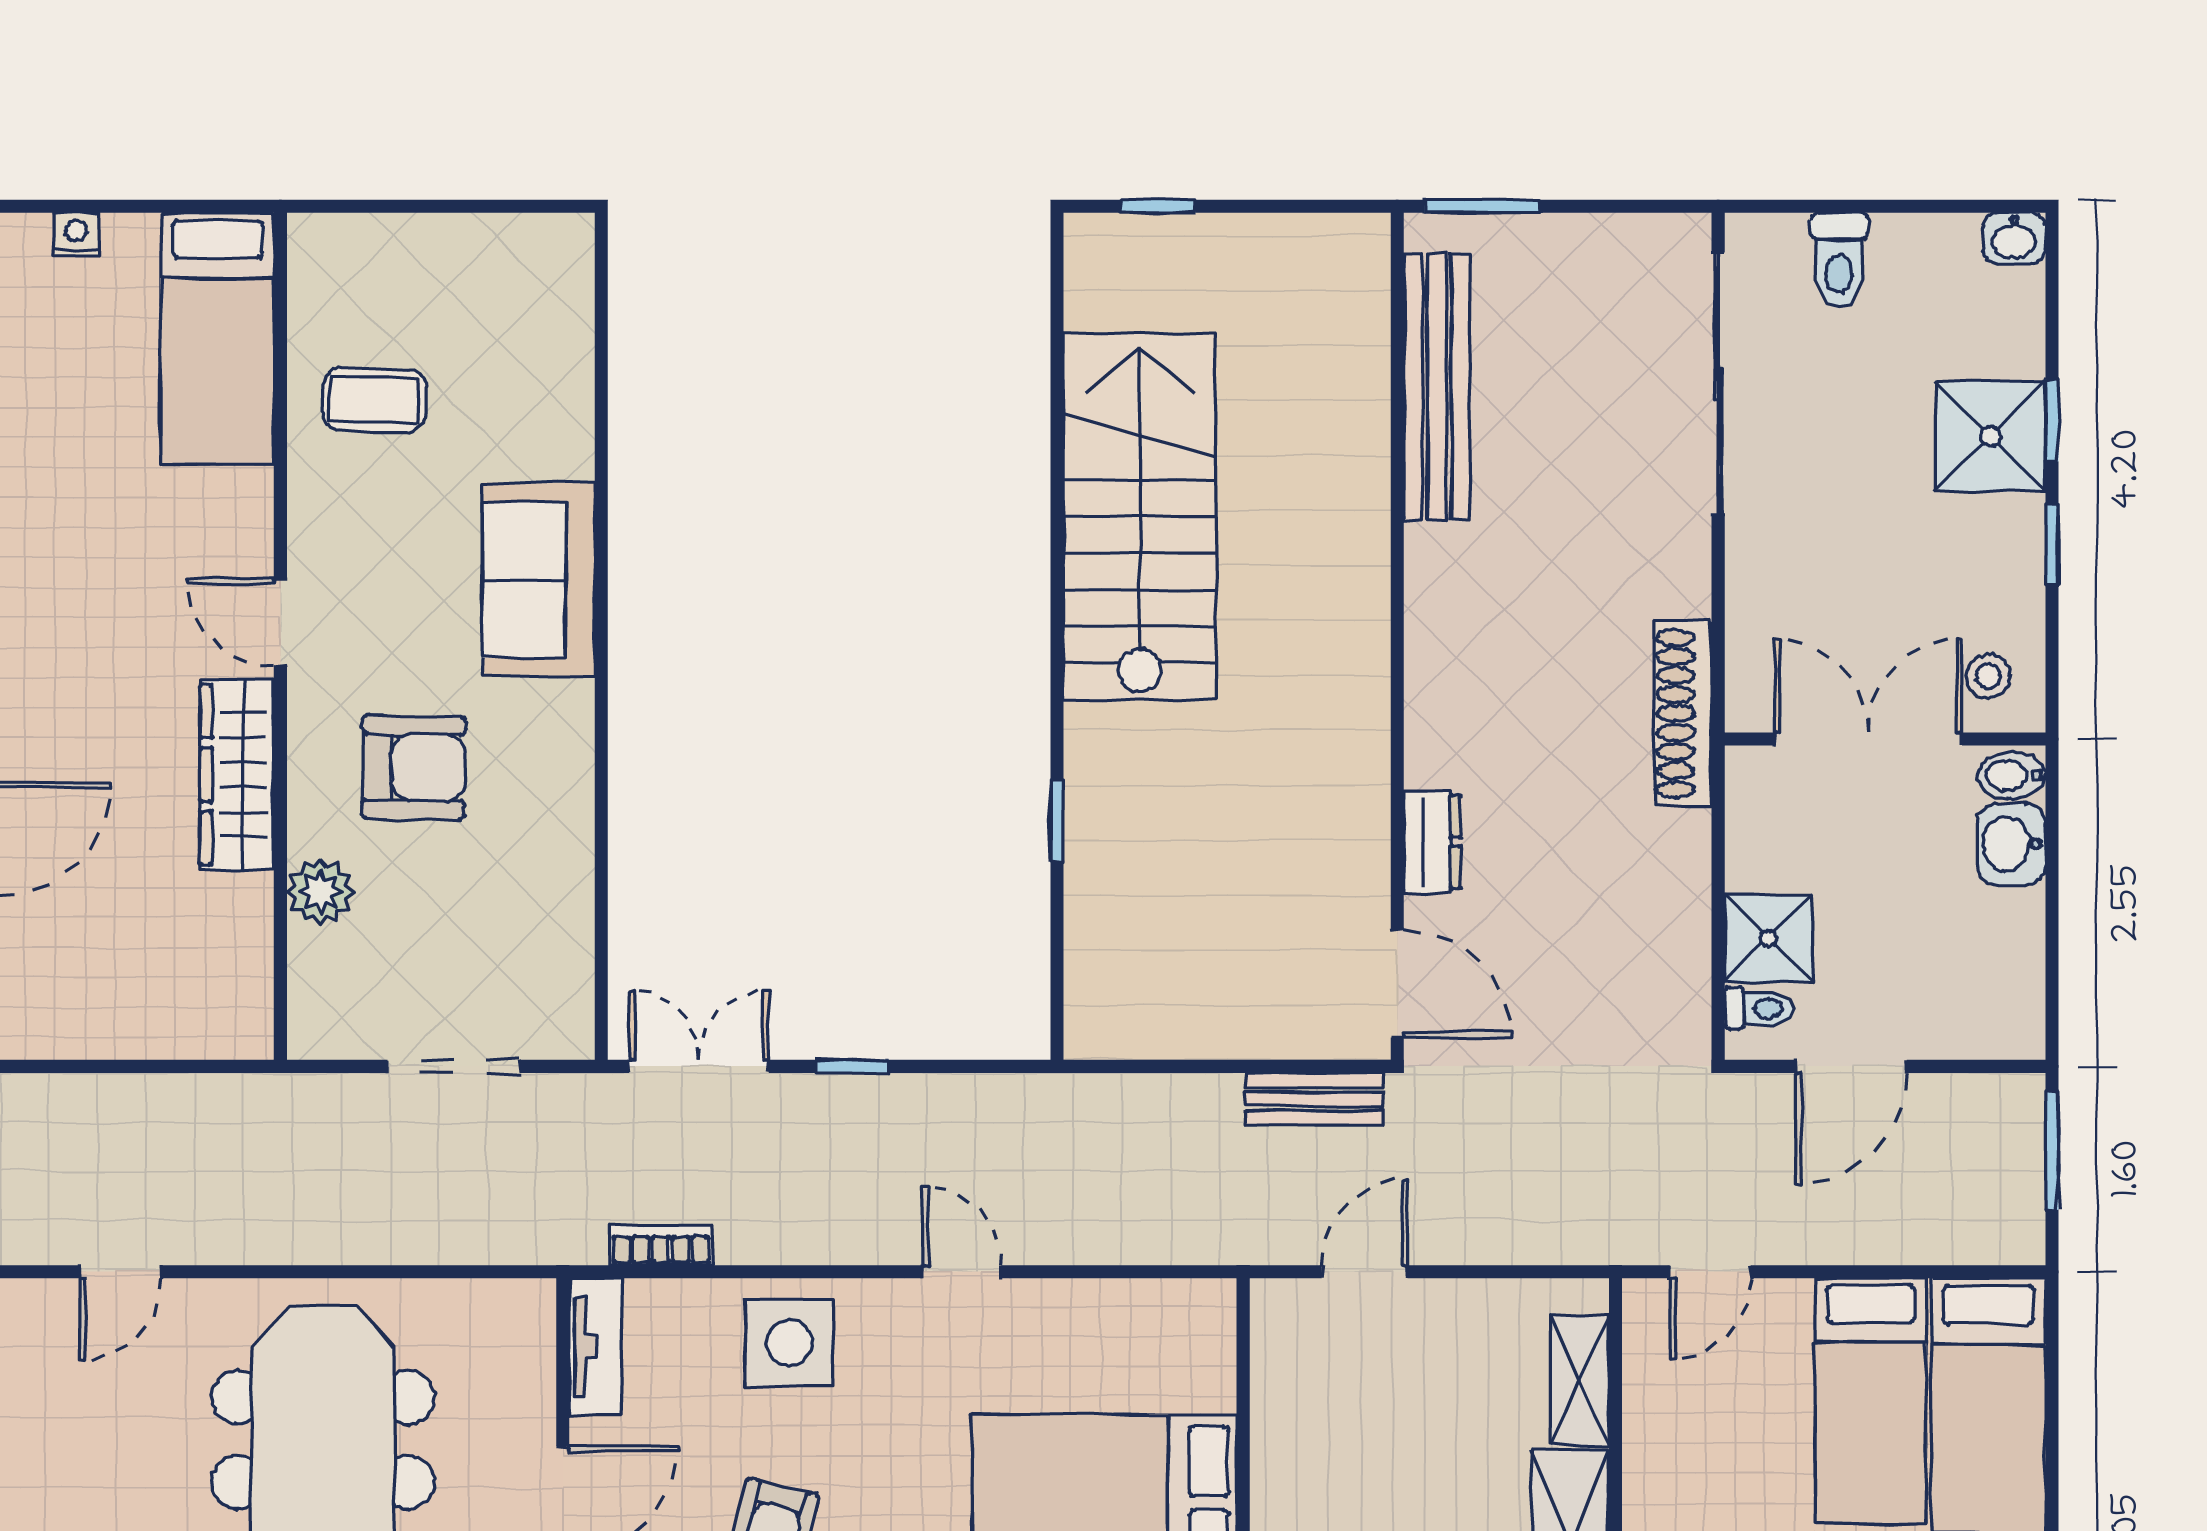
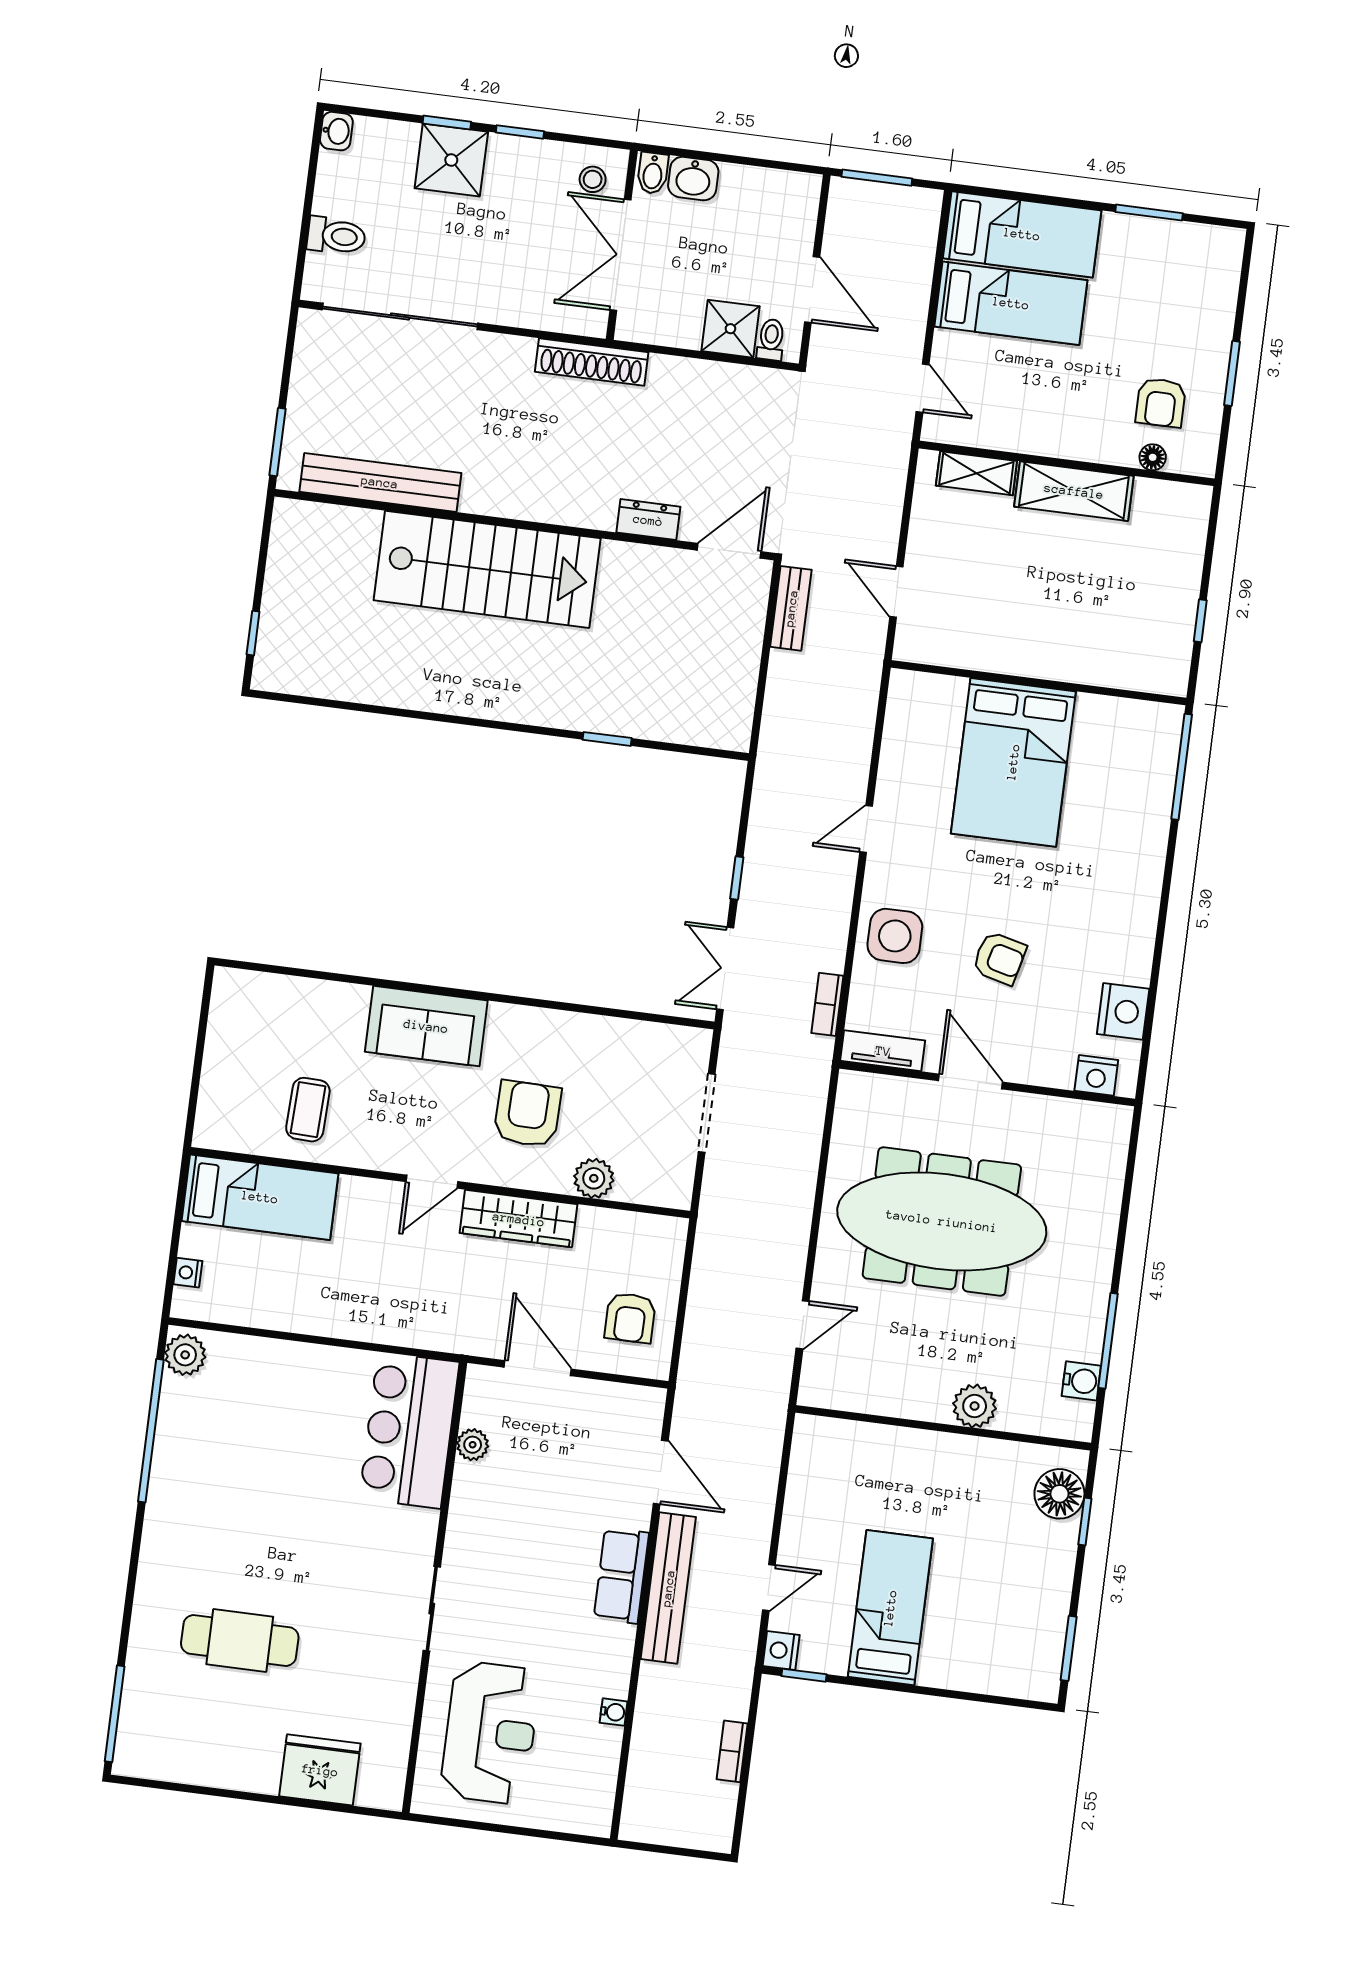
stairs: (1140, 516) -> (487, 569), moved, turned 180
armchair: (95, 982) -> (630, 1318), added
door: (121, 1272) -> (803, 1325), hinge flipped

